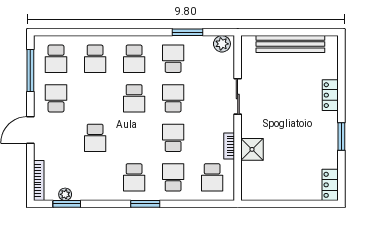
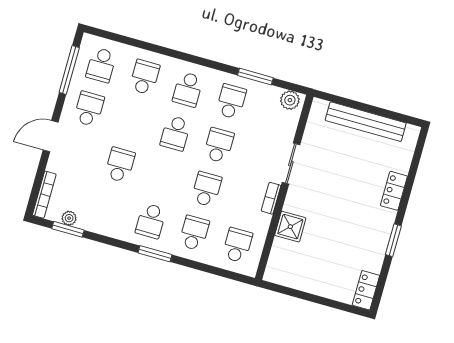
school desk: (95, 59) -> (145, 77), turned 180
school desk: (95, 138) -> (120, 165), turned 180
bookcase: (229, 146) -> (271, 198), moved
school desk: (212, 177) -> (237, 245), turned 180

